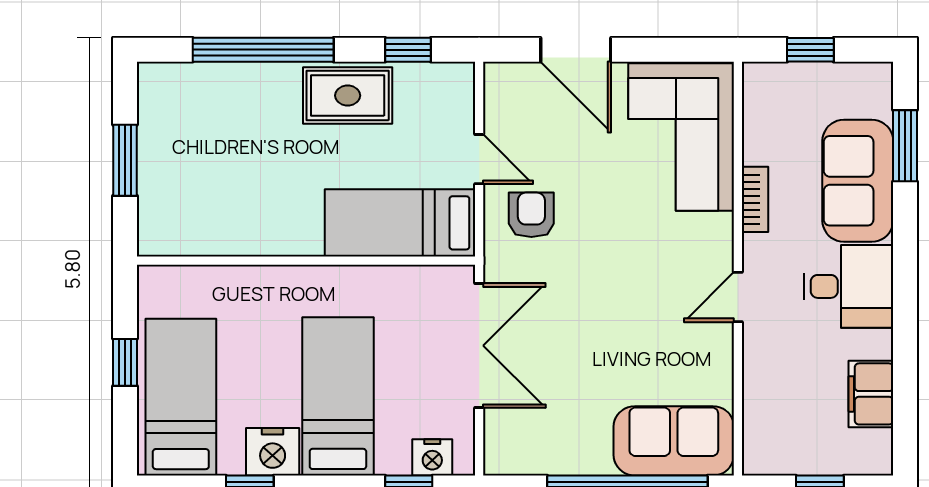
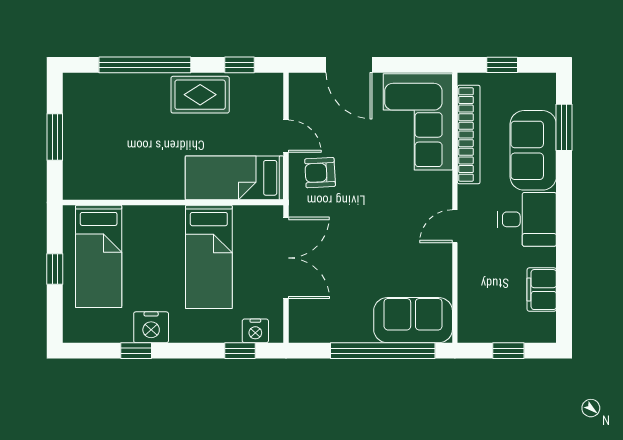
bookcase: (755, 199) -> (469, 134), width x2.31, depth x1.31
armchair: (531, 215) -> (320, 173), turned -93
bed: (338, 396) -> (209, 257), moved, turned 180
bed: (181, 397) -> (99, 256), moved, turned 180

